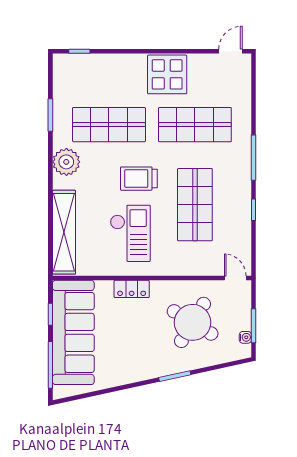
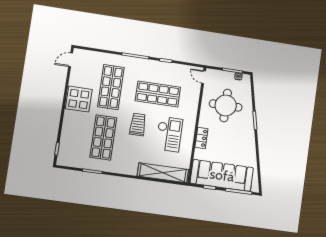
door: (231, 51) -> (71, 60), hinge flipped
plant: (66, 162) -> (122, 166), removed
trolley: (139, 179) -> (138, 125), turned 180
checkout: (130, 233) -> (169, 134), turned 90
door: (235, 278) -> (204, 77), hinge flipped
round table: (193, 322) -> (226, 105), turned -31

